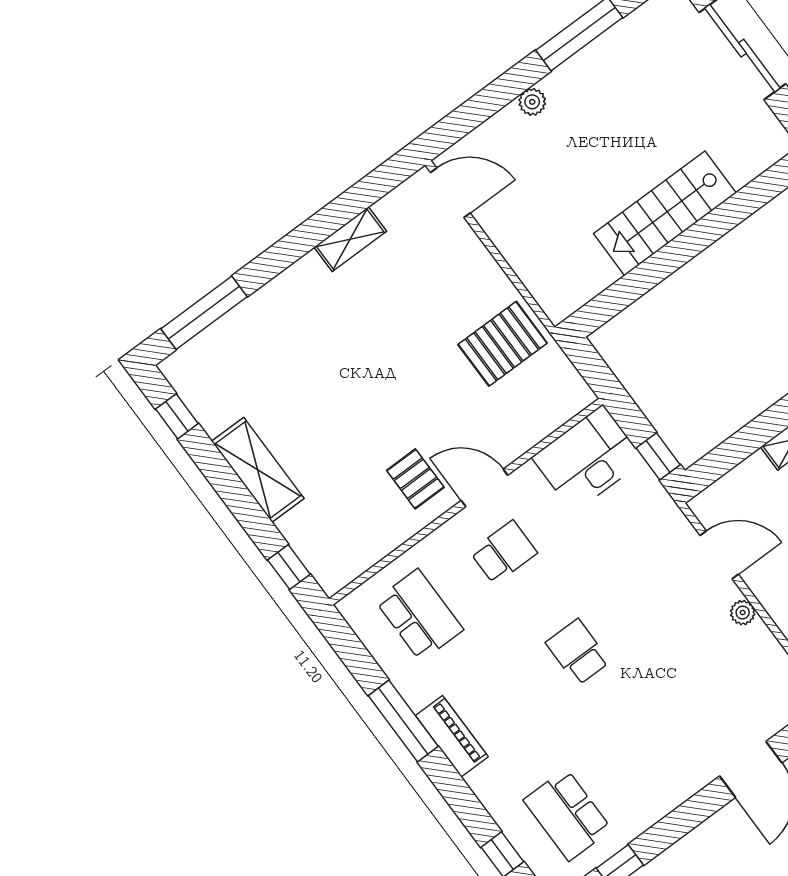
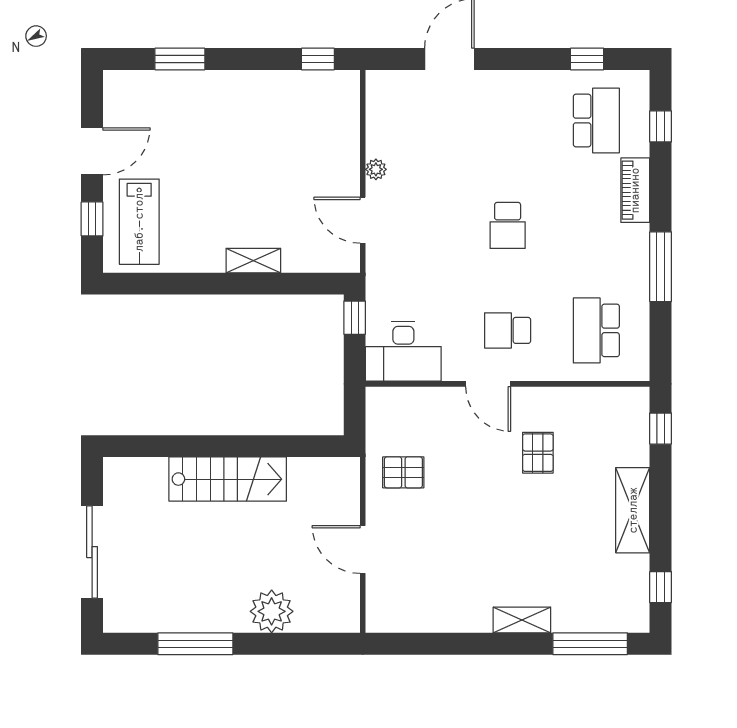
plant: (532, 102) -> (272, 611), width x1.88, depth x1.88
door: (450, 193) -> (363, 549), moved
shelving: (350, 239) -> (522, 620), moved
pallet: (503, 344) -> (403, 472), width x0.67, depth x0.71
pallet: (415, 479) -> (538, 453), moved
piano: (452, 736) -> (635, 190), moved

